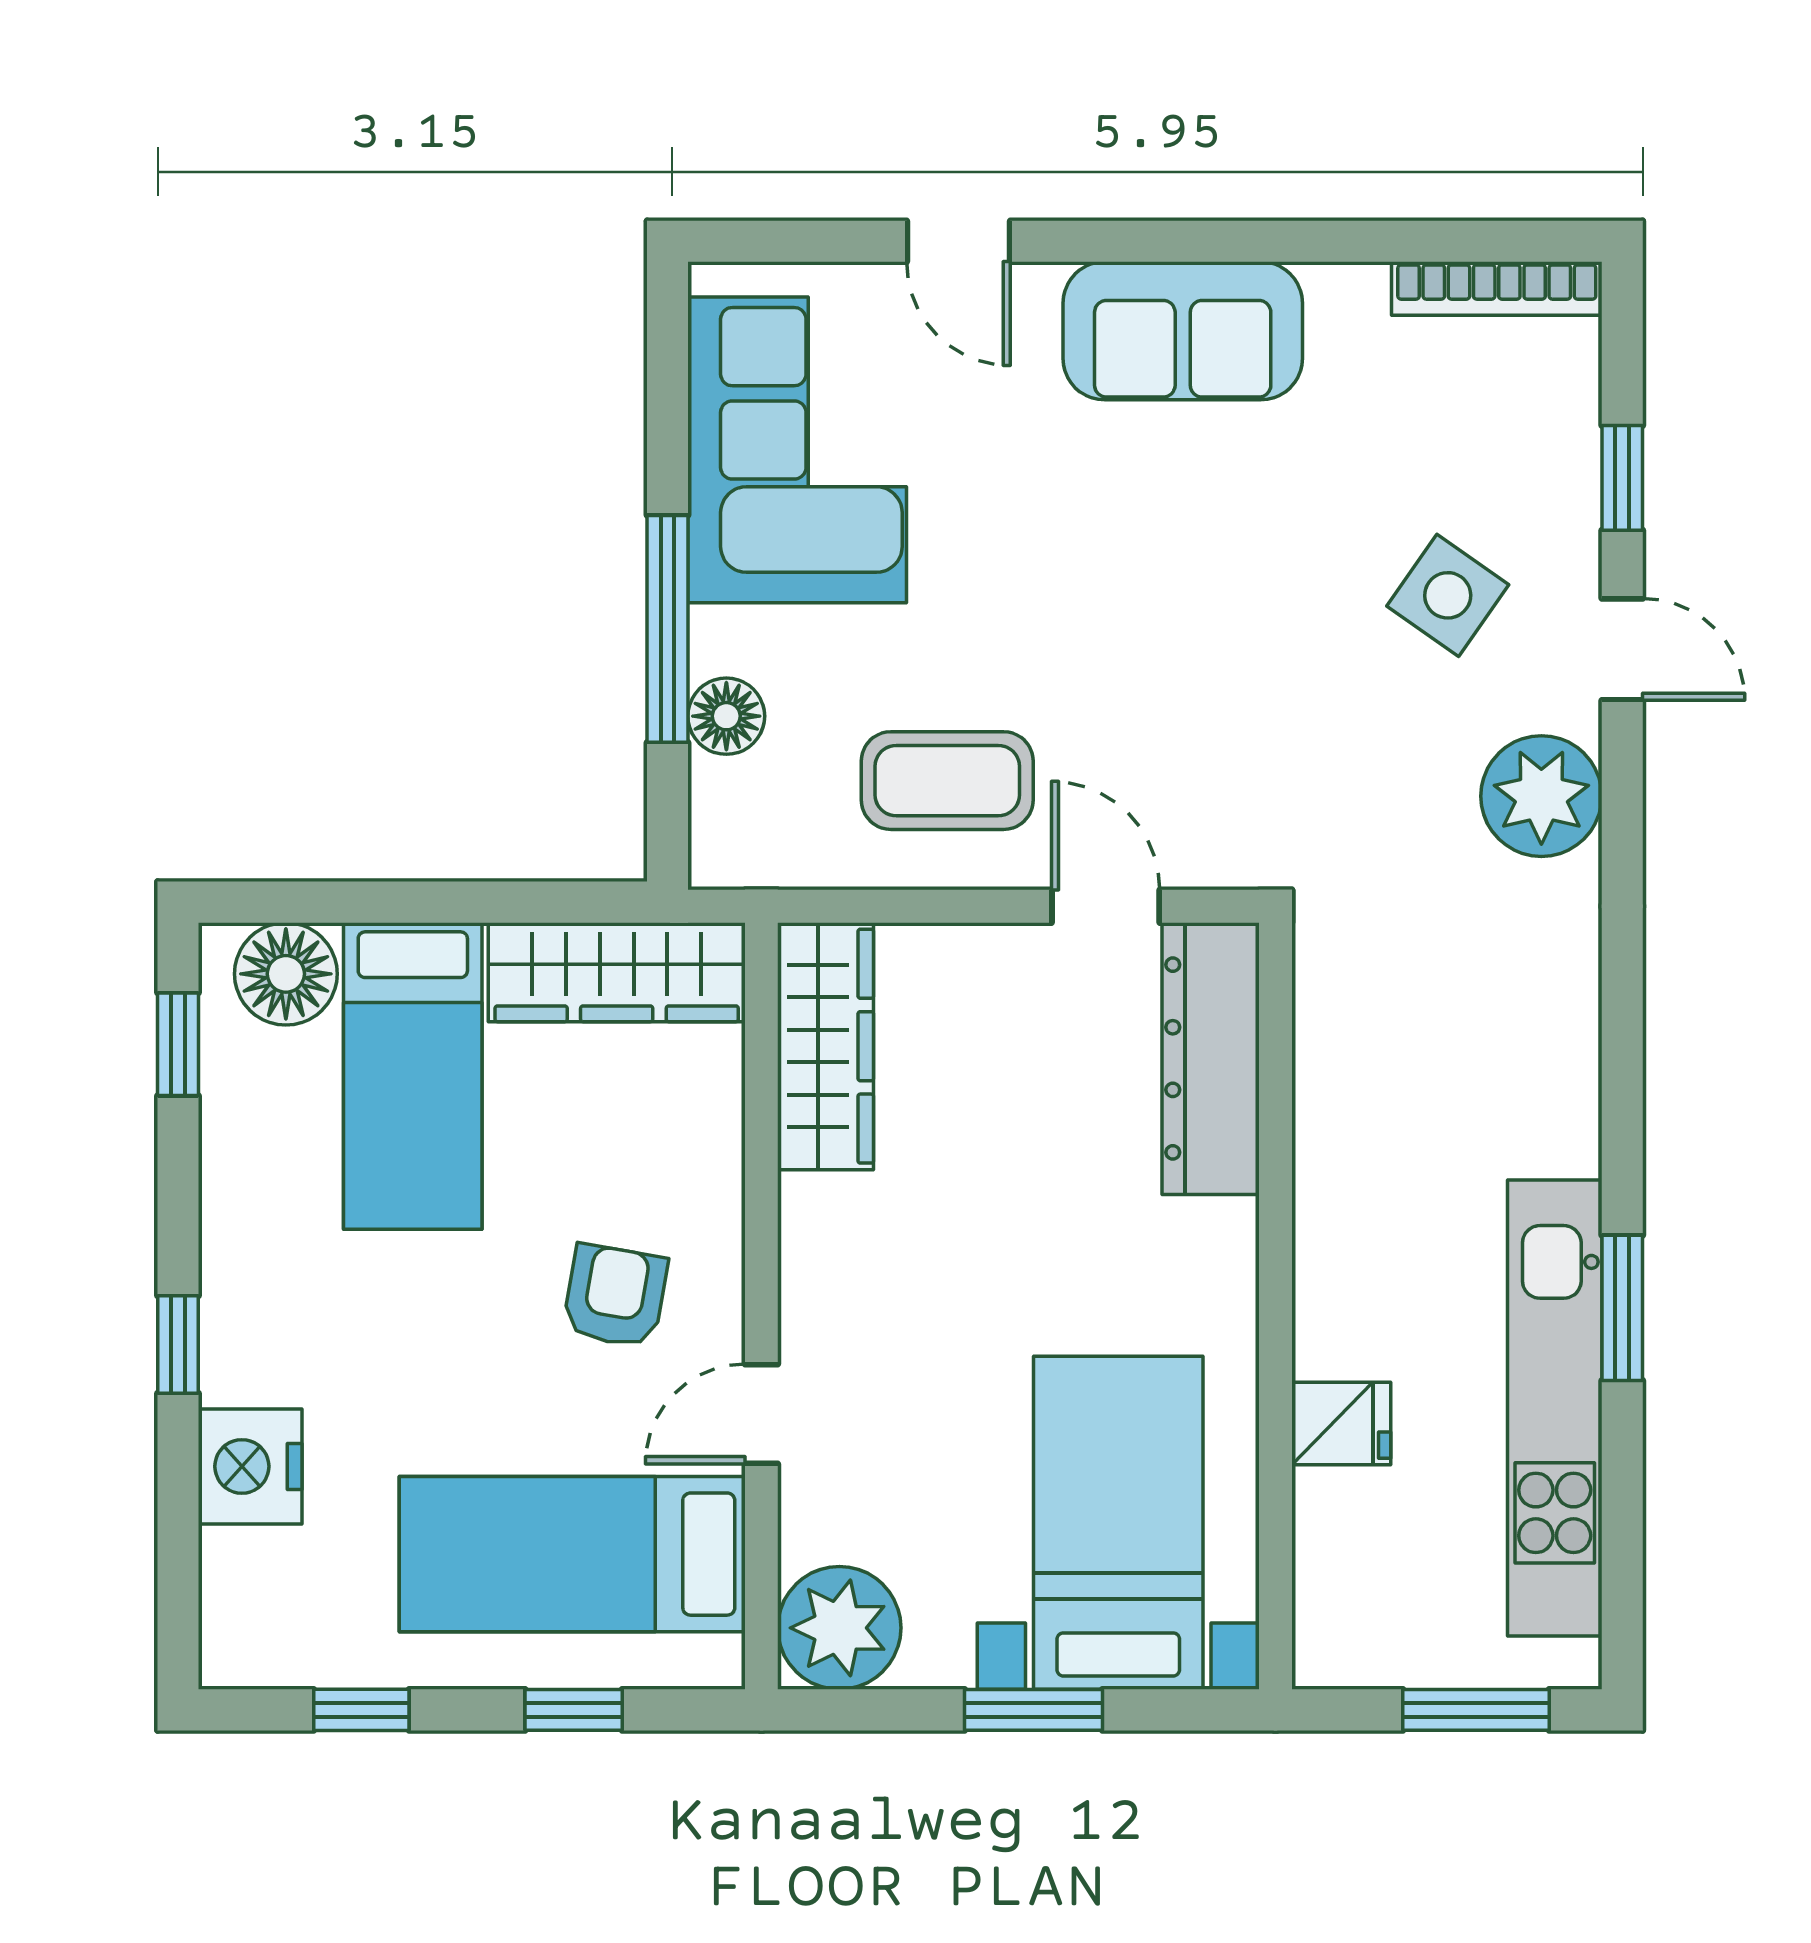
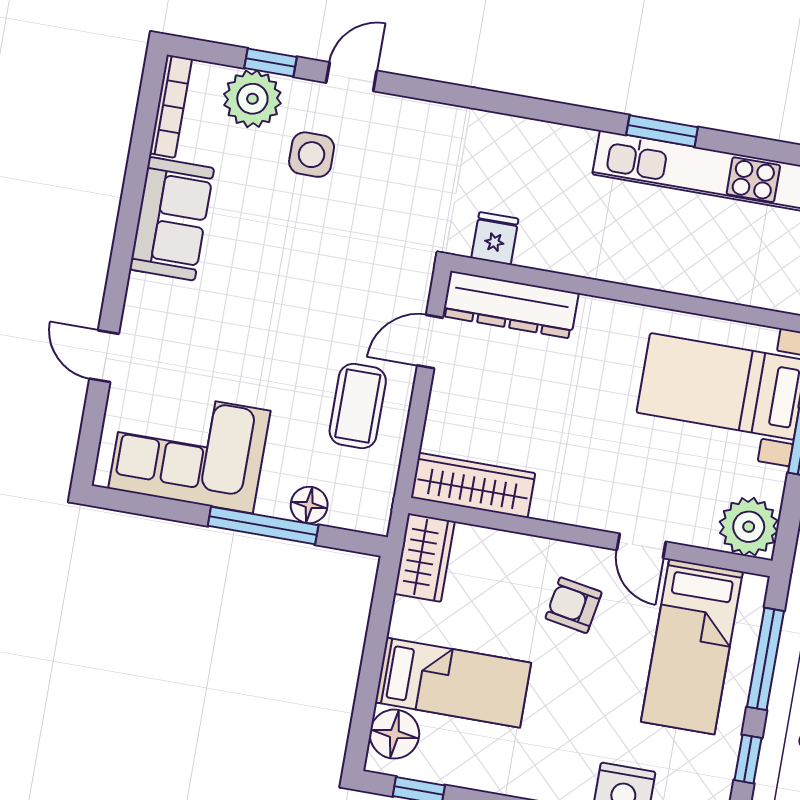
door: (959, 241) -> (104, 356), swing flipped
sofa: (1183, 331) -> (172, 219), moved
side table: (1448, 595) -> (312, 155), turned -35
plant: (1541, 796) -> (252, 99), moved
wardrobe: (617, 972) -> (424, 558), width x0.67
fridge: (1341, 1424) -> (495, 238), moved
window: (574, 1710) -> (765, 659), width x2.17

